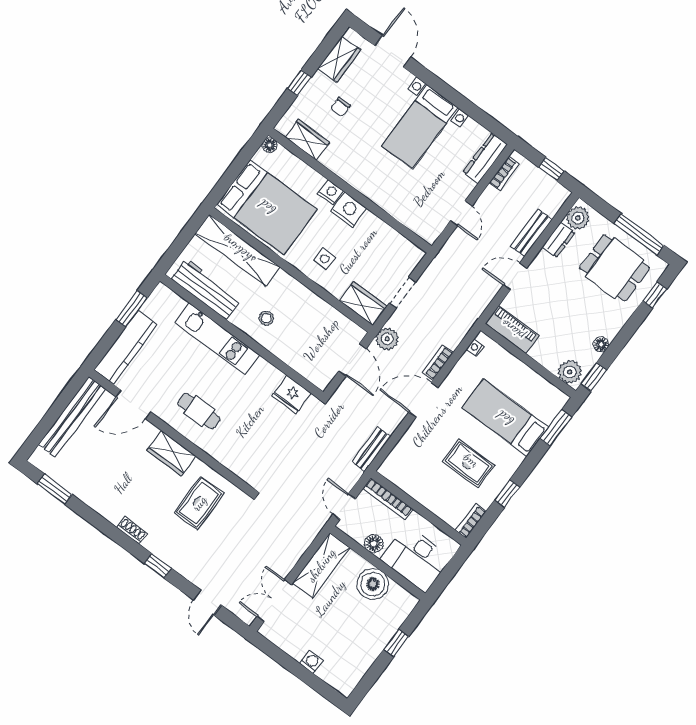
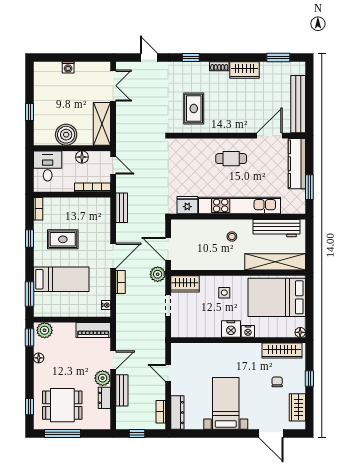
wardrobe: (307, 140) -> (282, 351), width x1.50
plant: (578, 218) -> (103, 378), moved
kitchen unit: (217, 339) -> (239, 205), width x1.36
wardrobe: (172, 453) -> (244, 70), moved, turned 180
desk: (416, 559) -> (48, 166), width x0.73

